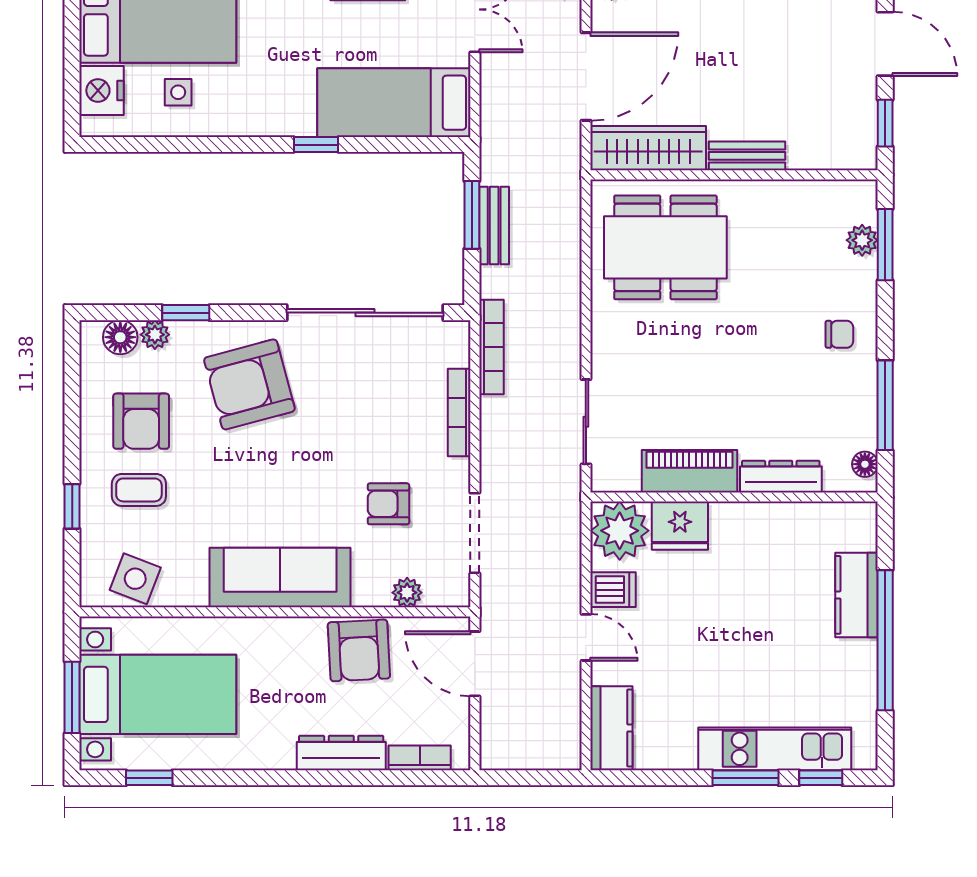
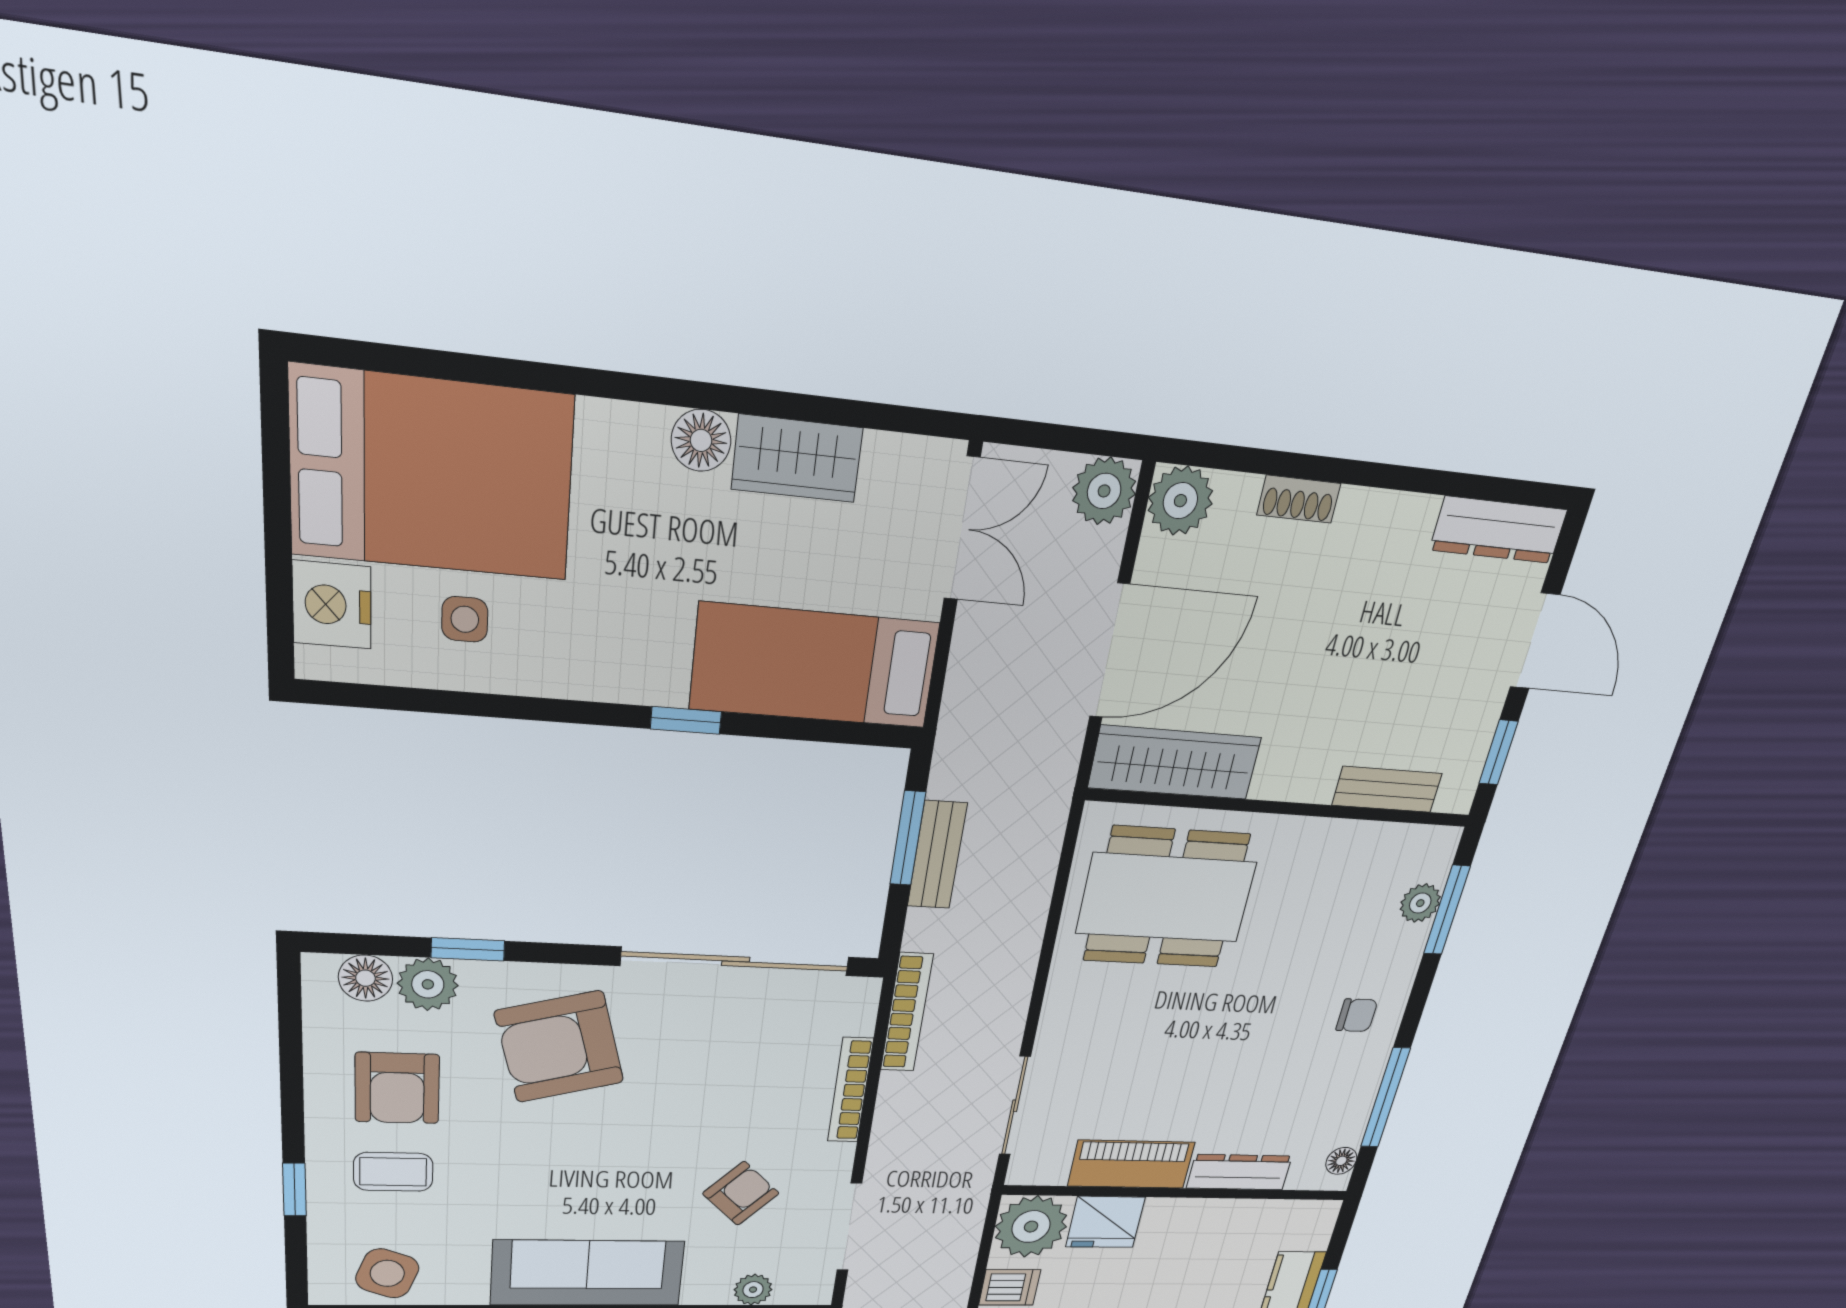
bench: (747, 156) -> (1387, 789), moved
plant: (155, 335) -> (428, 984), width x1.38, depth x1.38
armchair: (388, 504) -> (741, 1193), turned 134

